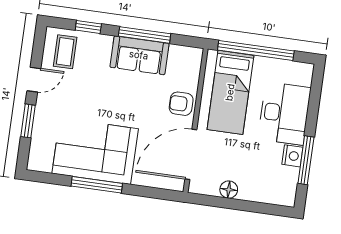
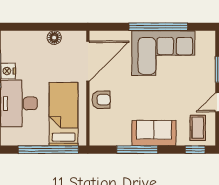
window: (88, 27) -> (195, 150), moved
sofa: (139, 55) -> (154, 133), moved
window: (97, 185) -> (158, 27), width x1.46

